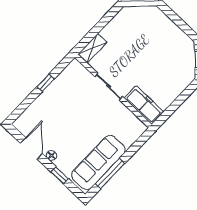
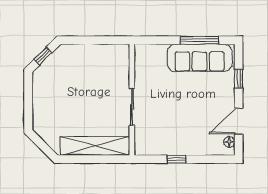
shelving: (92, 48) -> (95, 146), width x2.20, depth x1.33
freezer: (144, 105) -> (120, 65), removed
floor lamp: (51, 155) -> (229, 142), moved

